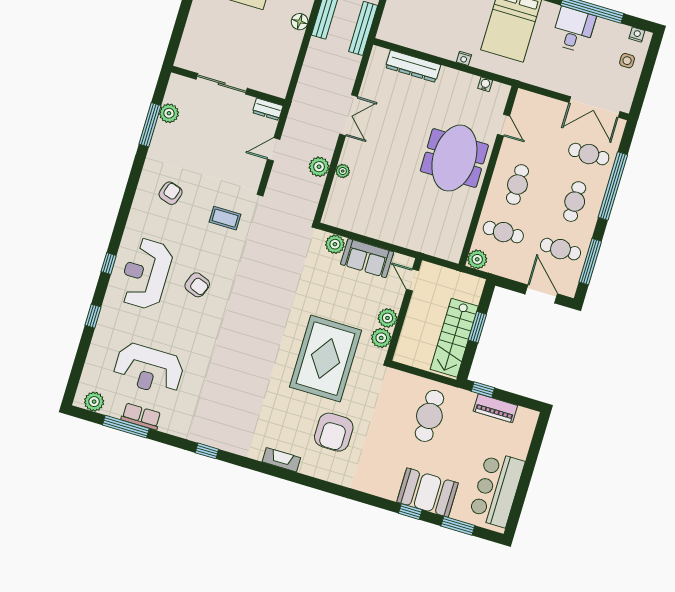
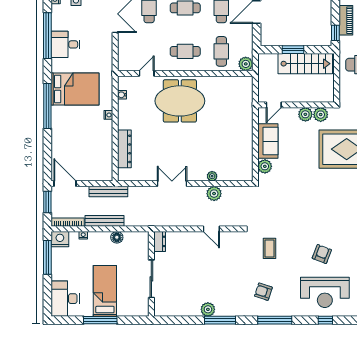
sliding door: (222, 84) -> (151, 279), moved
wall: (228, 86) -> (151, 274), moved
dresser: (268, 109) -> (160, 241), moved
window: (129, 197) -> (275, 320), added

